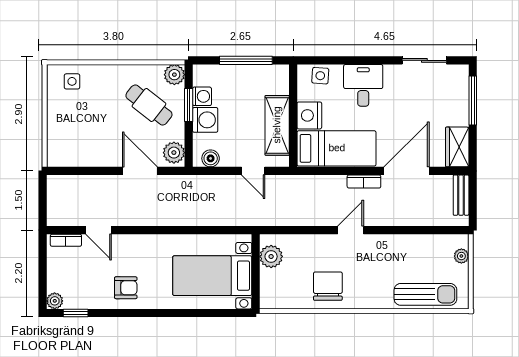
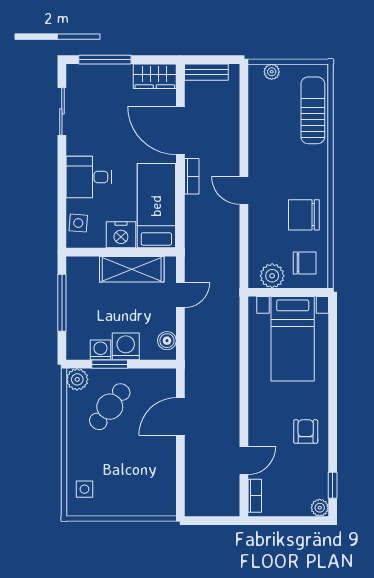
plant: (174, 153) -> (161, 380), removed
chair: (283, 287) -> (305, 263), added

